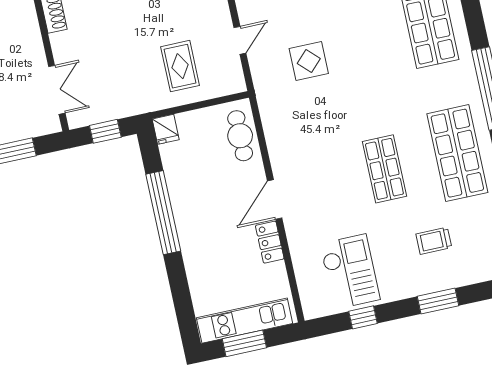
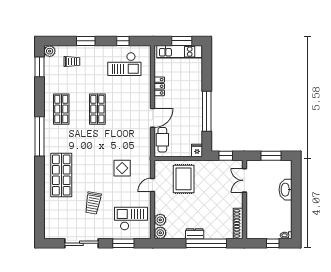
rug: (180, 66) -> (184, 179), width x1.36, depth x1.43
shop shelf: (457, 153) -> (61, 109), width x0.70, depth x0.74
door: (275, 200) -> (153, 118), moved
trolley: (434, 241) -> (72, 61), moved
checkout: (350, 272) -> (124, 64), turned -90

